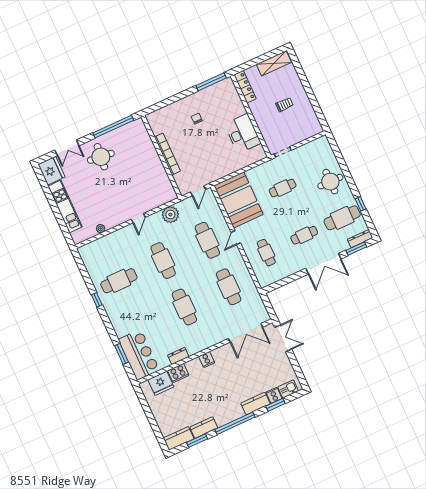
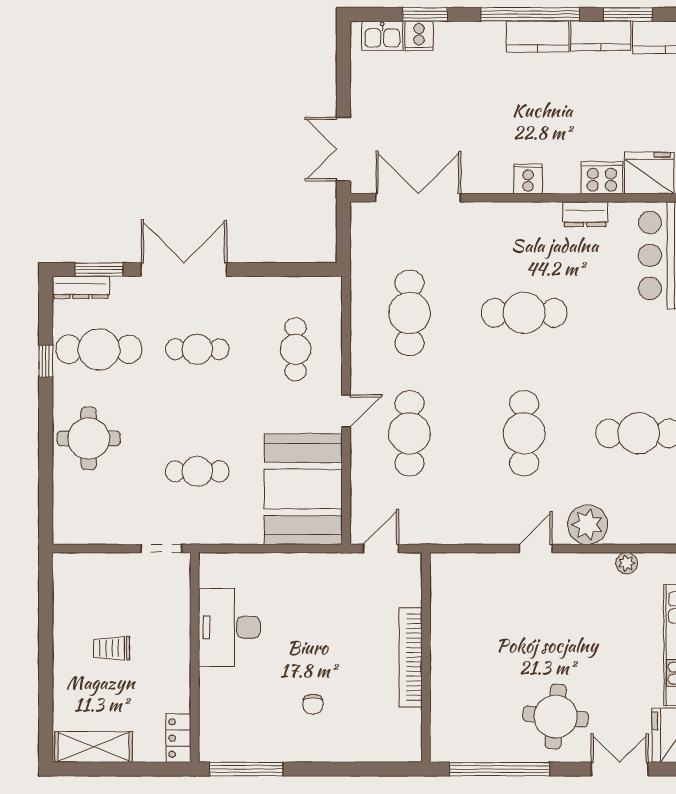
locker: (245, 87) -> (178, 738), width x0.66
plant: (170, 215) -> (588, 525), moved
cafe table: (184, 307) -> (524, 313), turned 90
kitchen counter: (255, 404) -> (538, 37), moved

